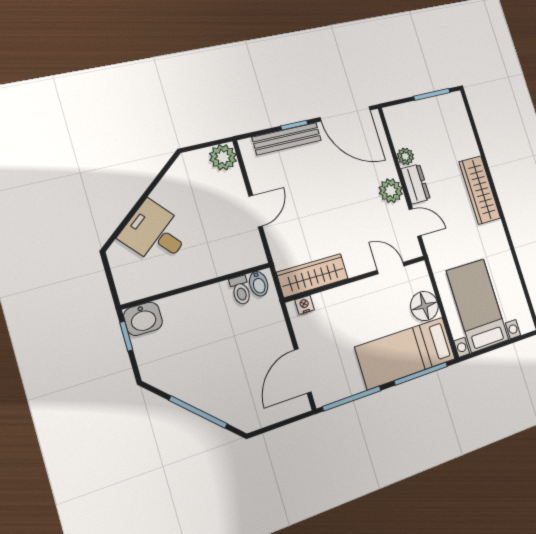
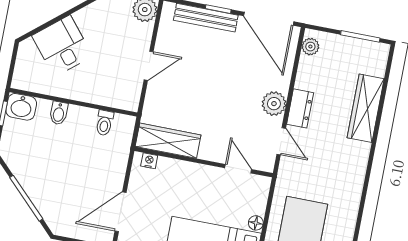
plant: (405, 156) -> (310, 47), moved
wardrobe: (480, 190) -> (366, 108), moved
bidet: (259, 284) -> (59, 113), moved
floor lamp: (424, 306) -> (256, 223), width x0.53, depth x0.53

